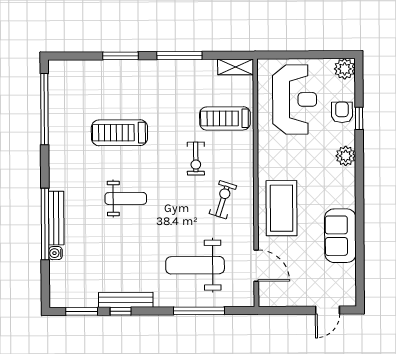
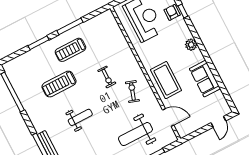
shelving: (236, 67) -> (103, 17), removed
treadmill: (225, 118) -> (70, 50), moved
plant: (346, 156) -> (191, 45), moved

